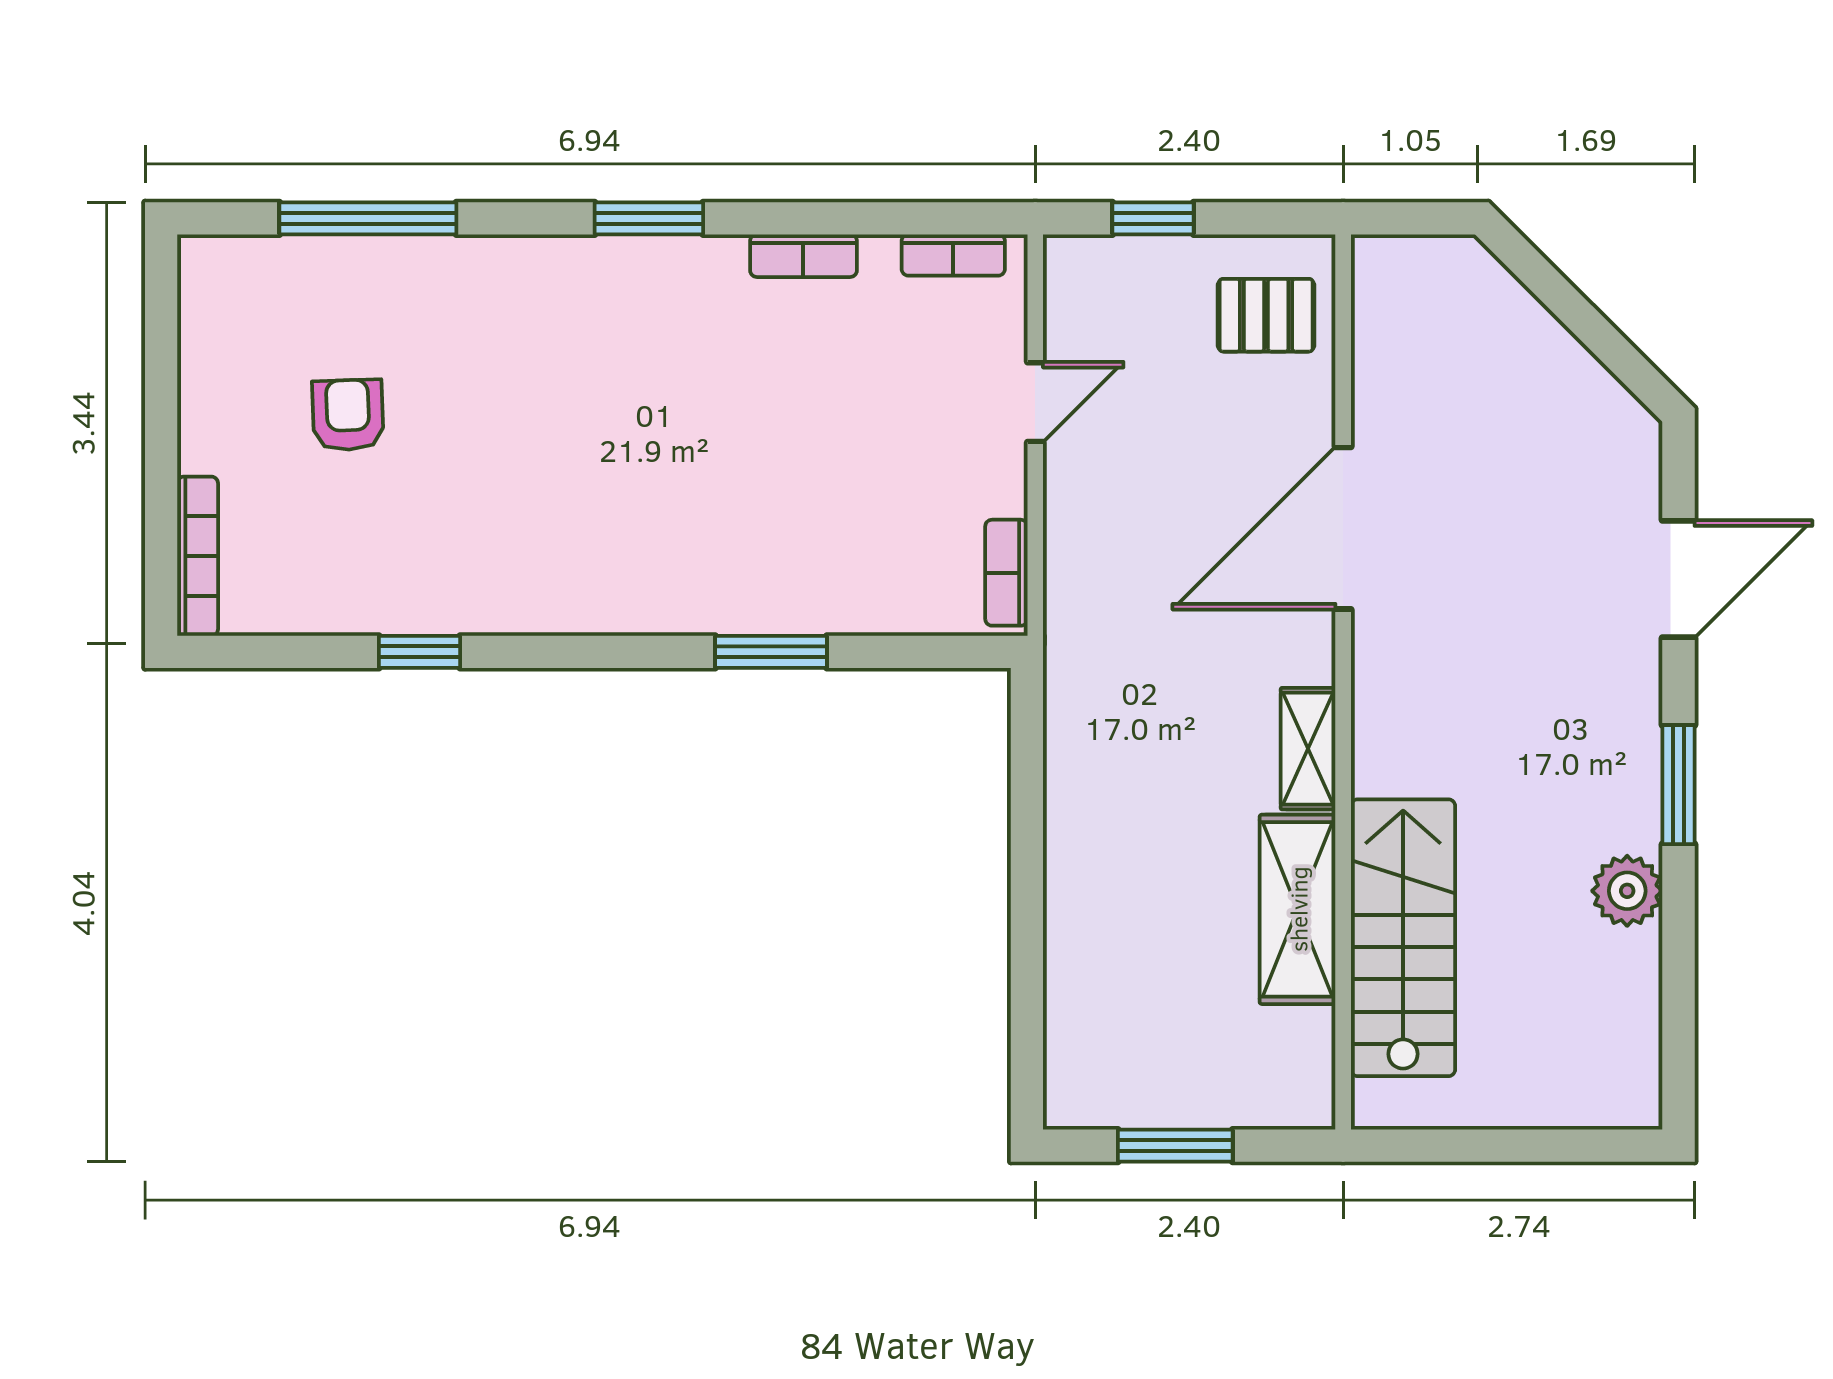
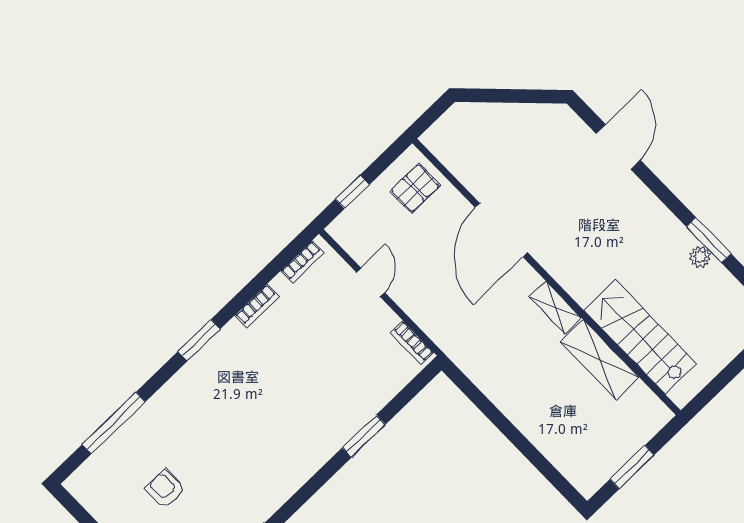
window: (1678, 785) -> (709, 240), moved
plant: (1627, 891) -> (700, 257), width x0.73, depth x0.73

